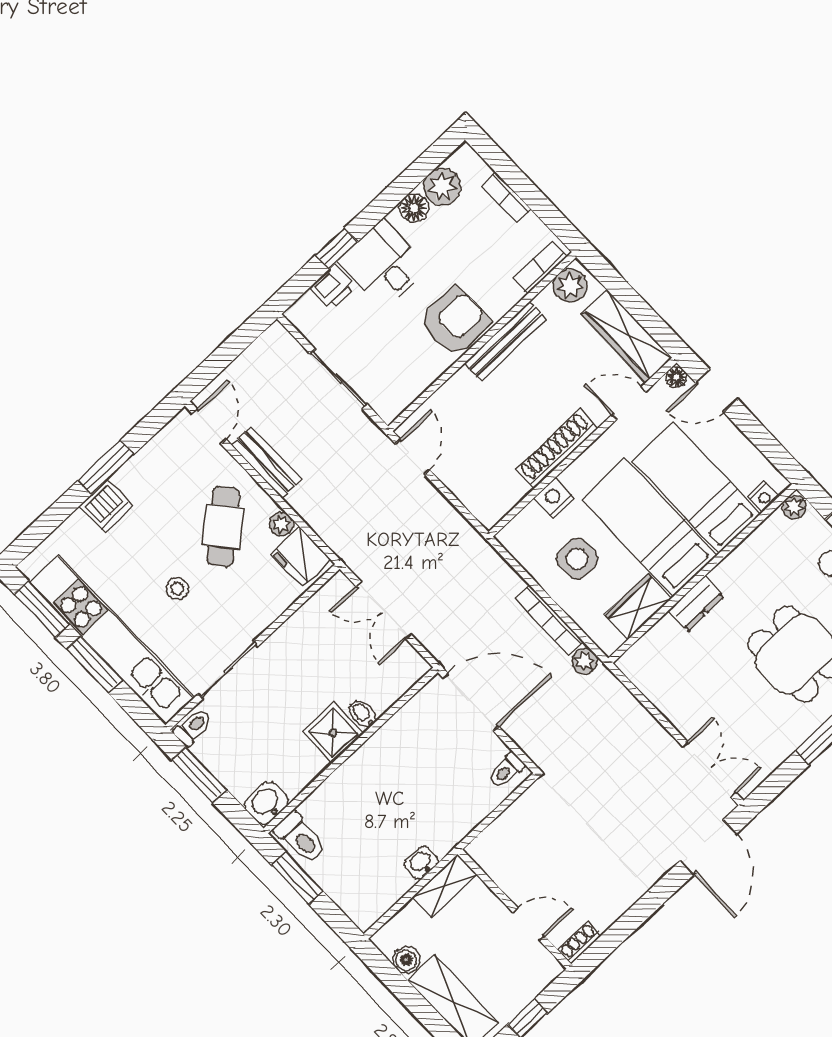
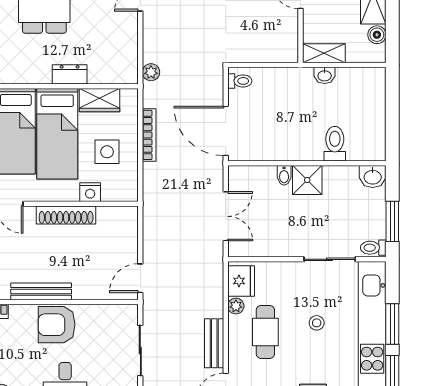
cafe table: (223, 527) -> (265, 332), turned -49
plant: (584, 661) -> (151, 72), moved
toilet: (300, 838) -> (335, 144), moved
window: (297, 878) -> (392, 126), removed

